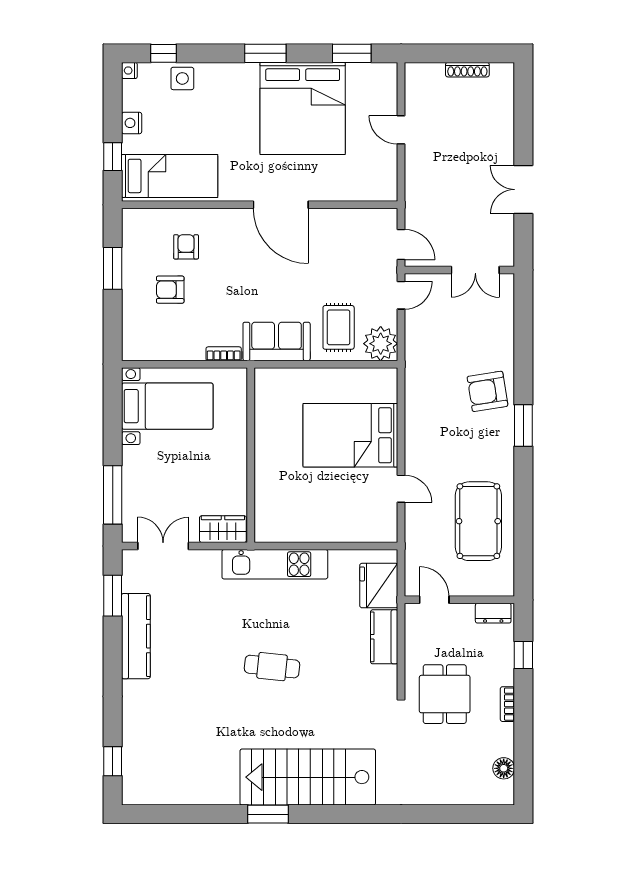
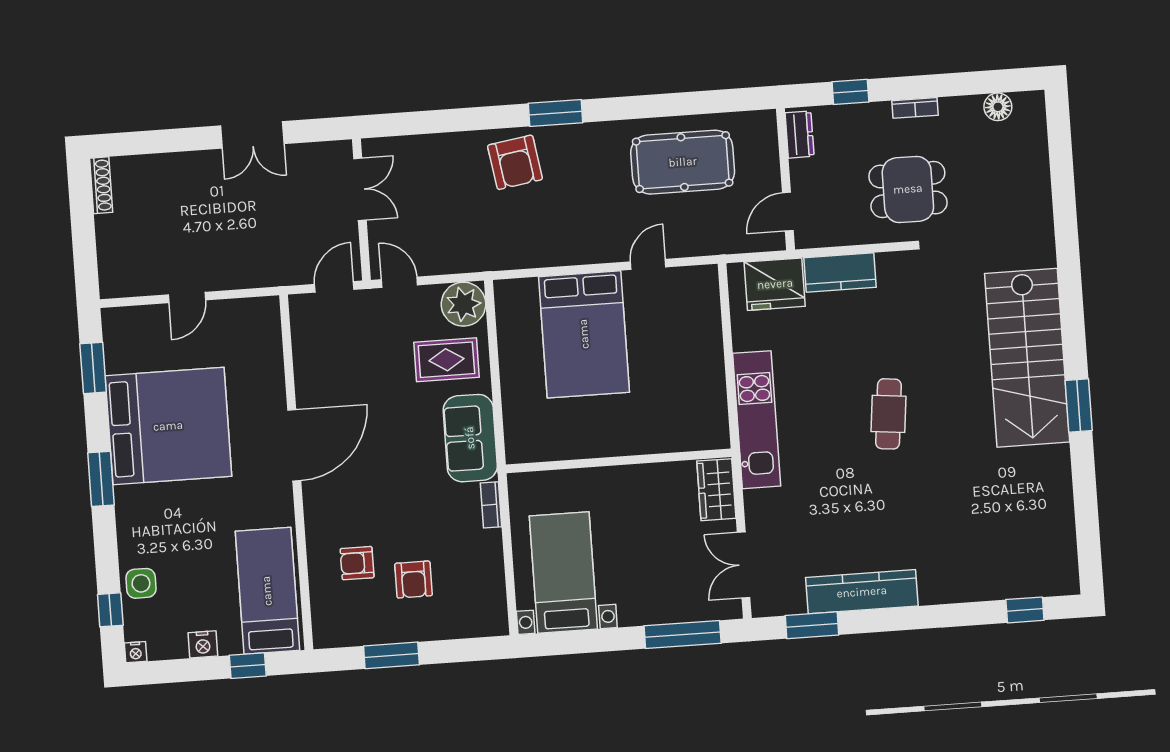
shoe rack: (467, 70) -> (101, 185), moved

